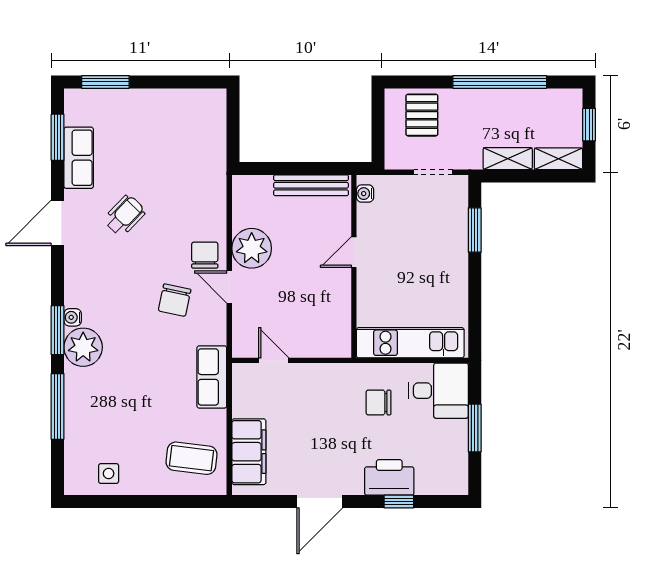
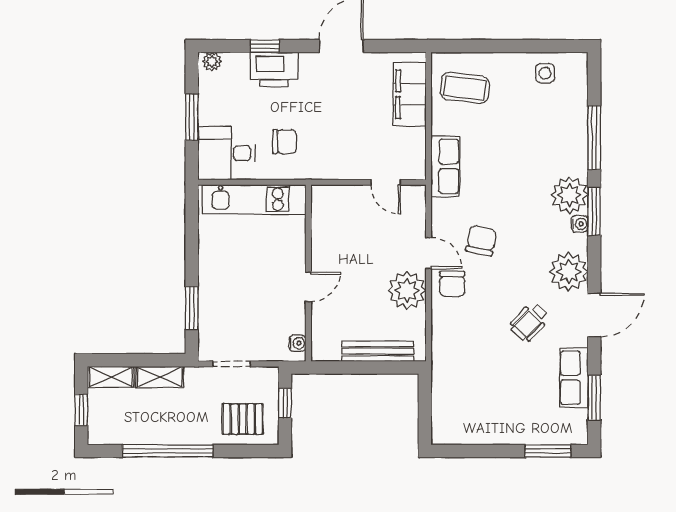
pallet: (422, 115) -> (243, 419), turned 90
window: (378, 131) -> (285, 403), added
bench: (311, 185) -> (378, 351), moved
plant: (84, 268) -> (569, 272), added
plant: (454, 486) -> (212, 61), added

